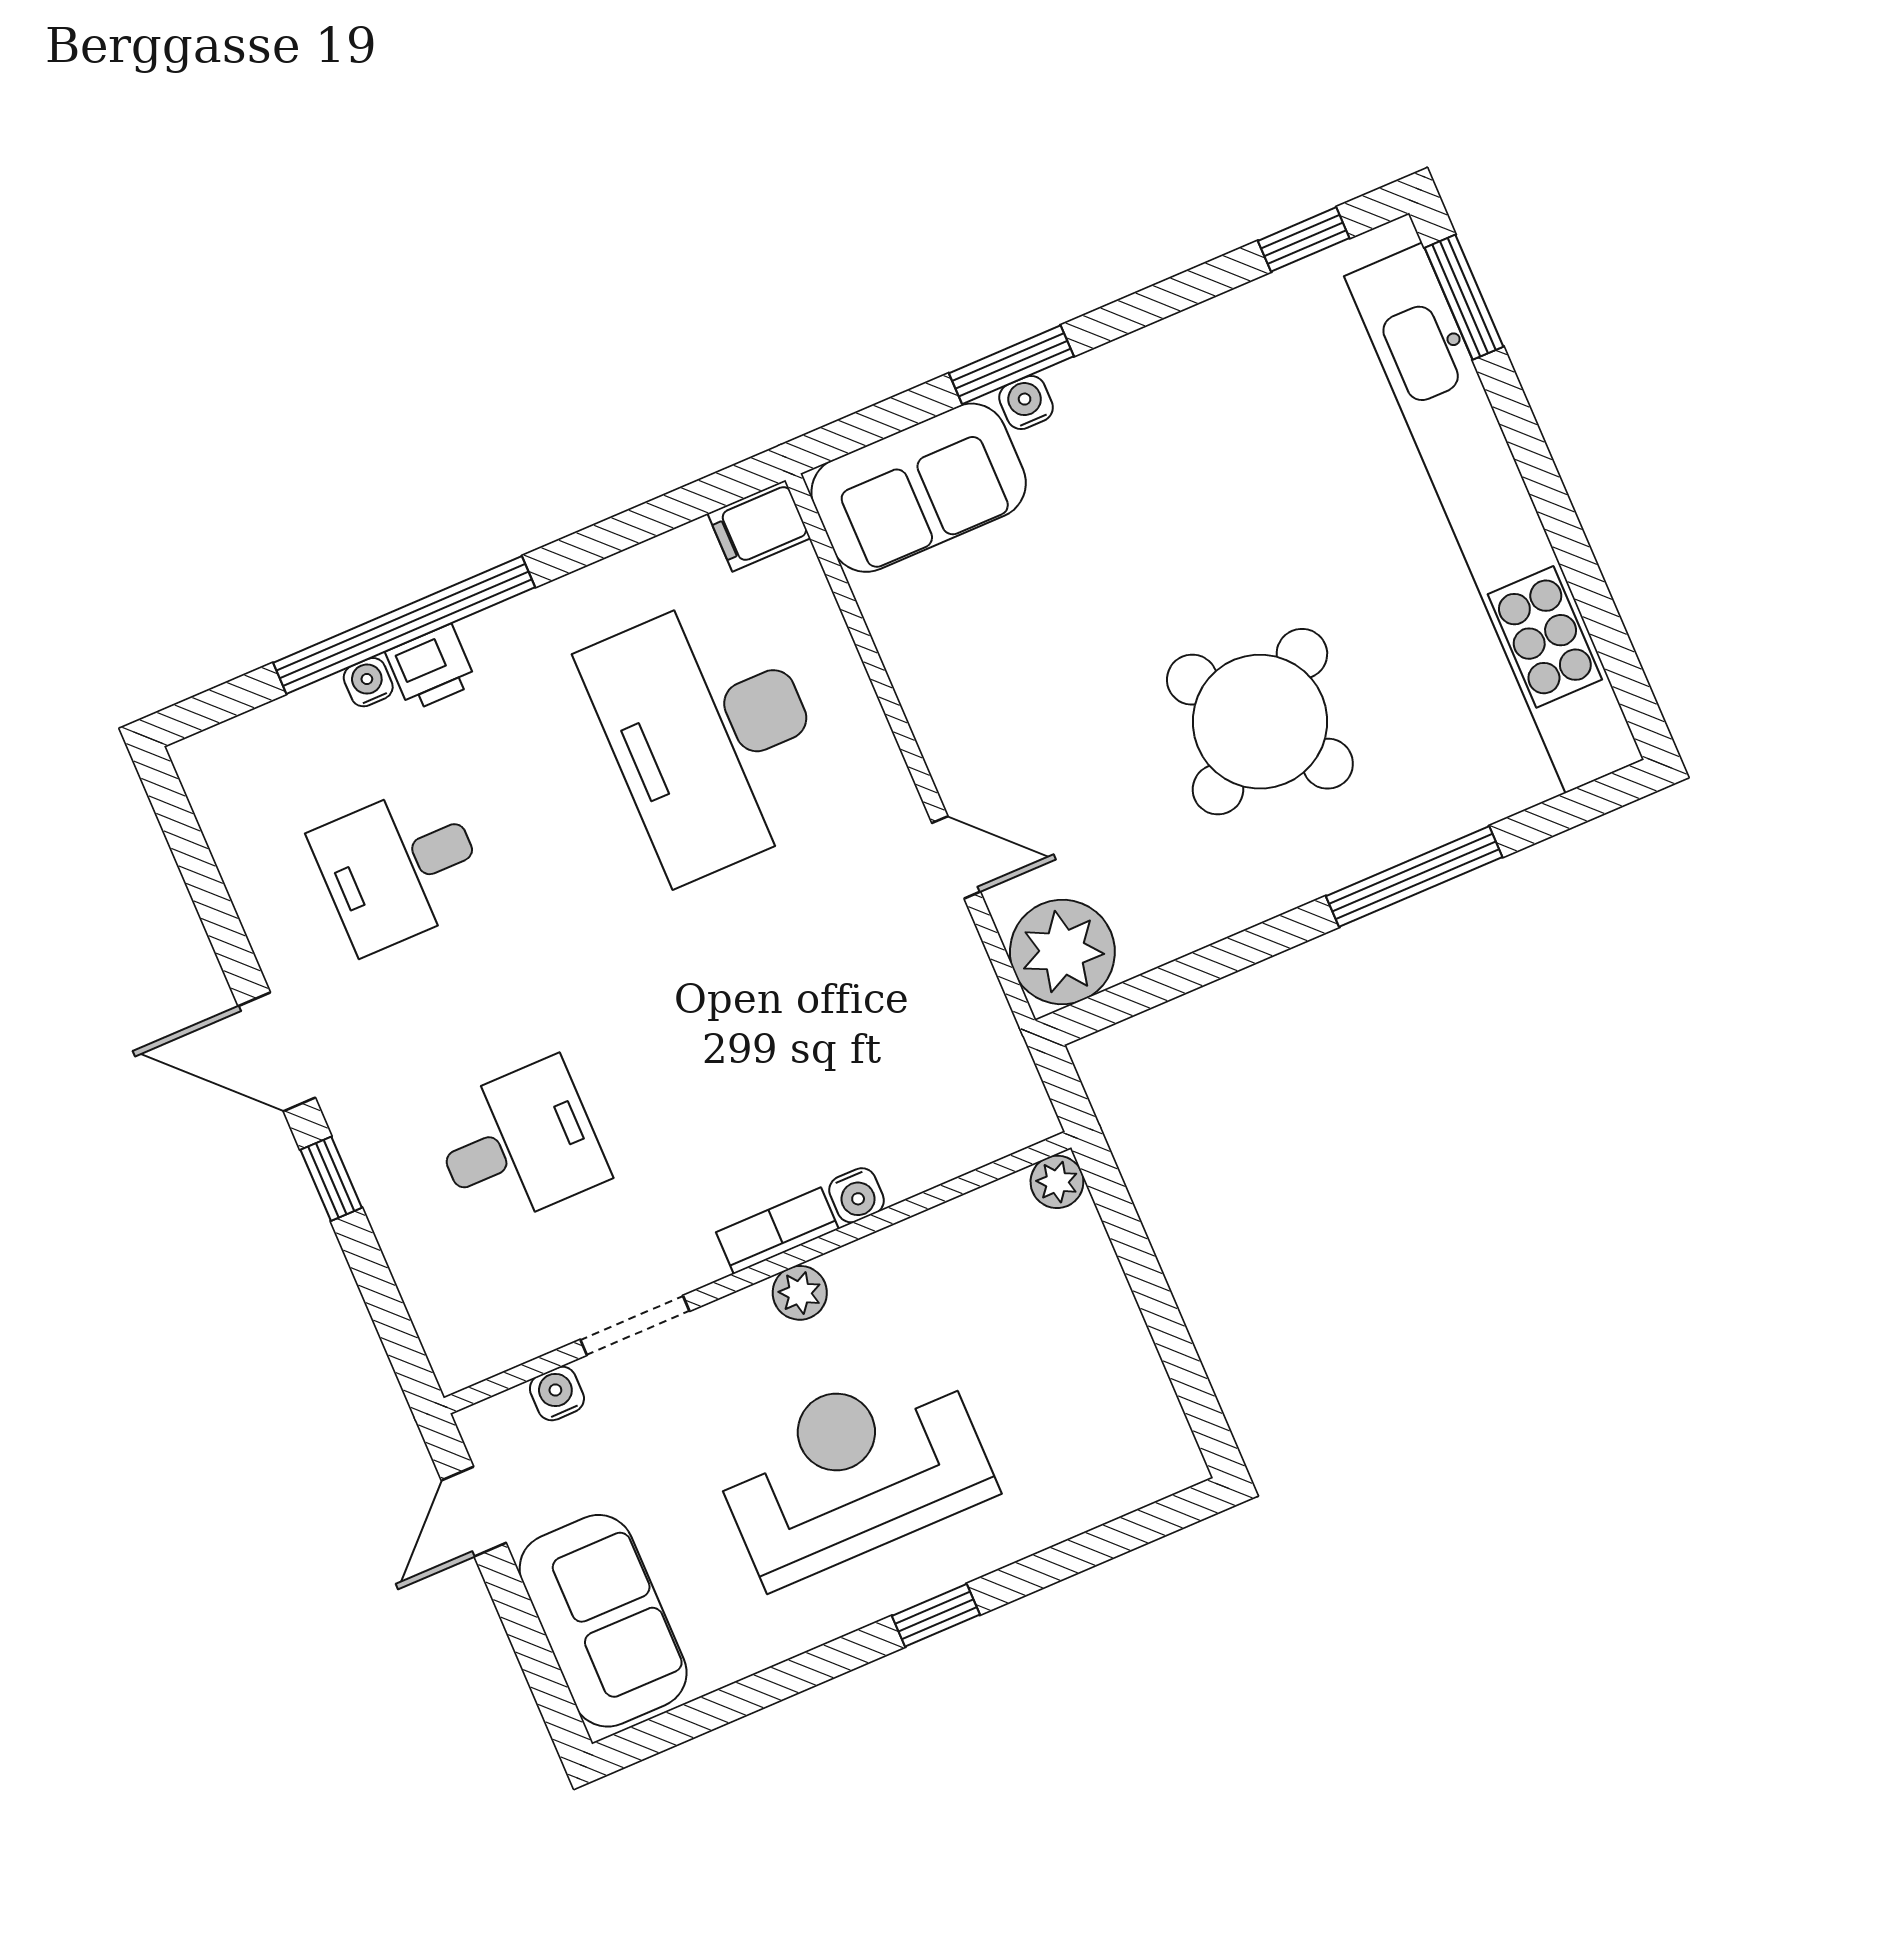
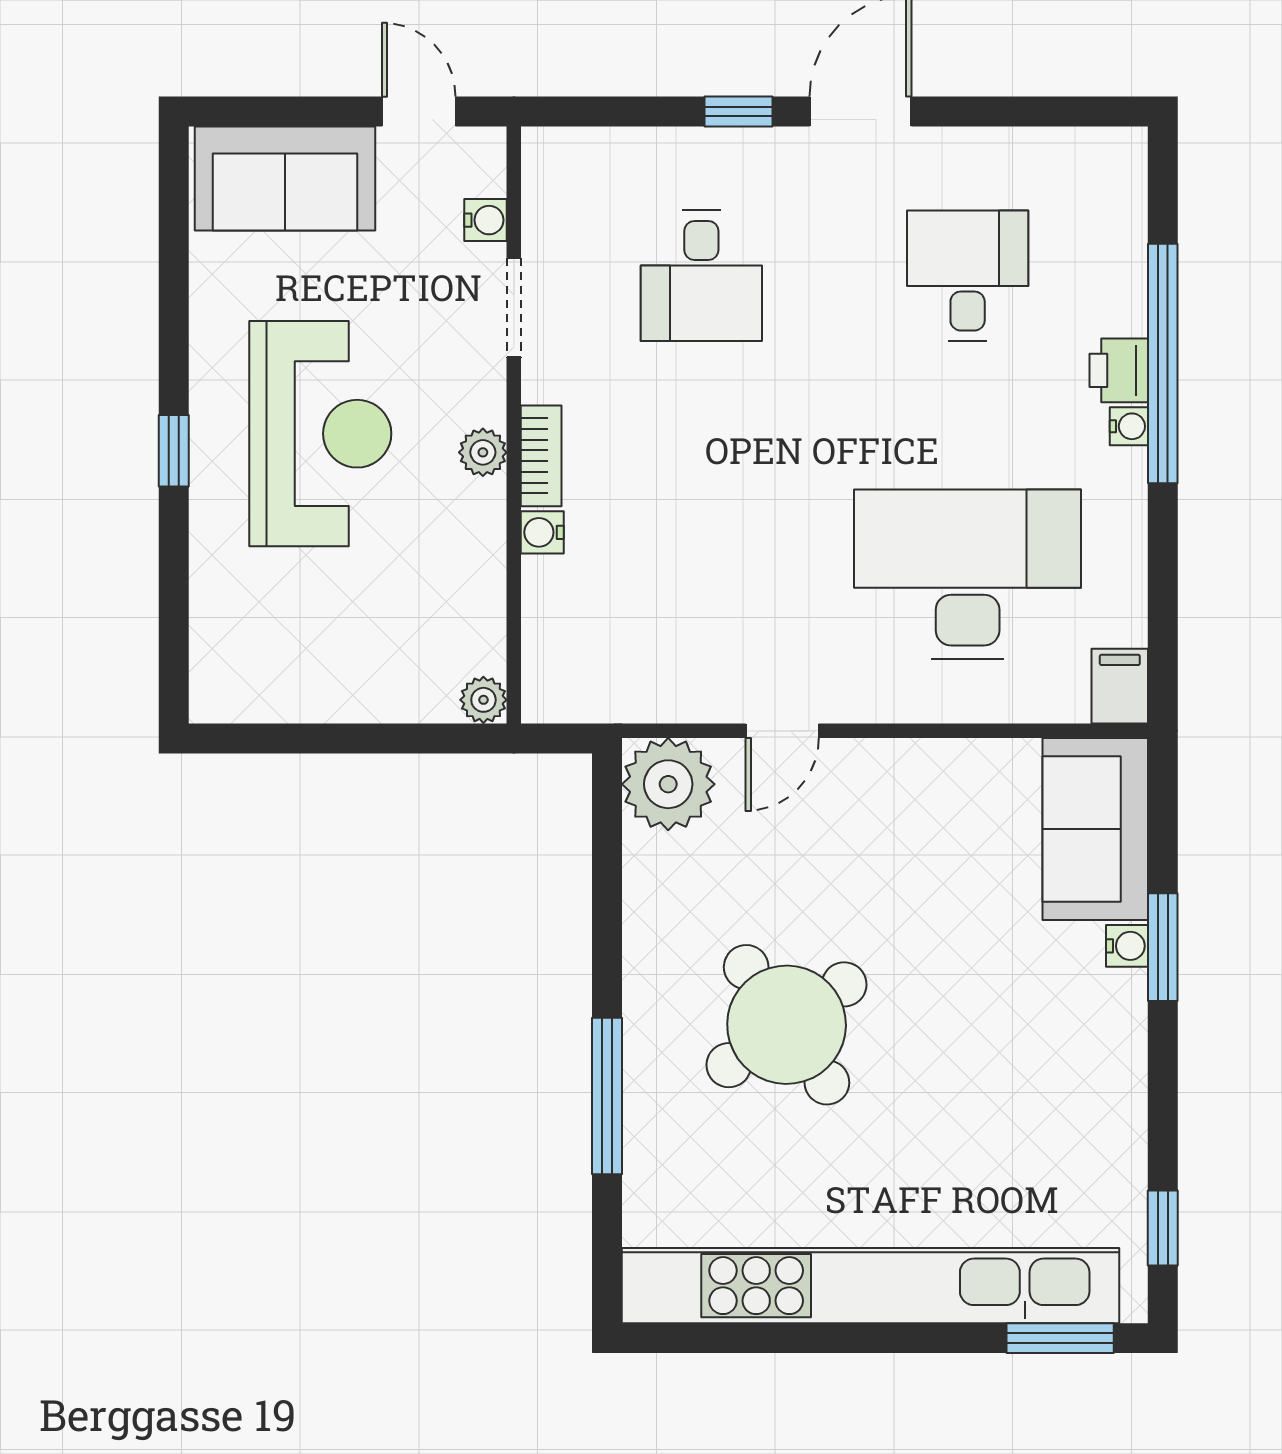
water cooler: (368, 682) -> (1129, 426), moved

